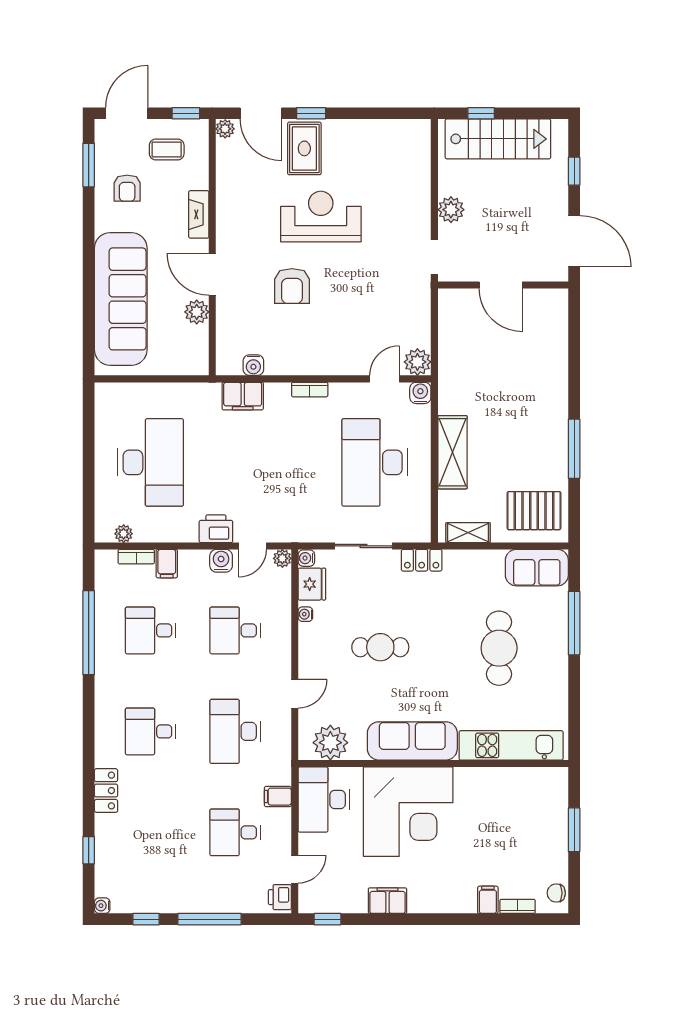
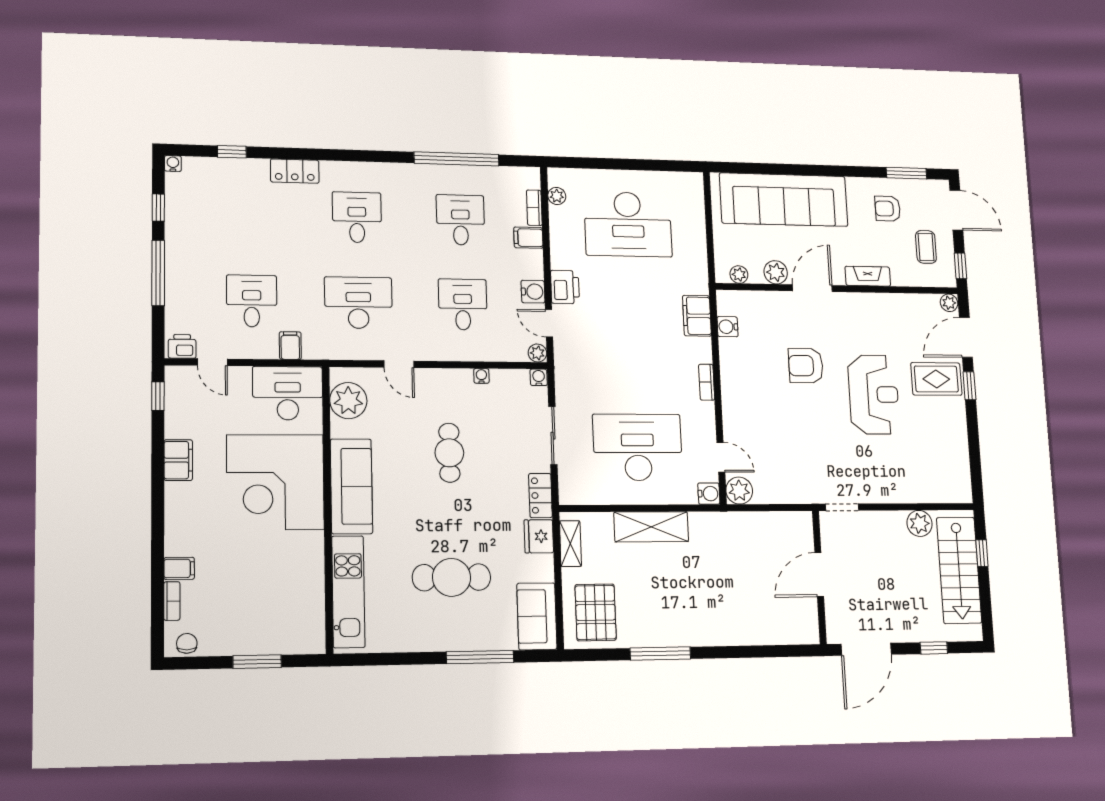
plant: (451, 210) -> (920, 523), moved
plant: (200, 350) -> (739, 275), added
fridge: (312, 584) -> (539, 536), moved, turned 90

